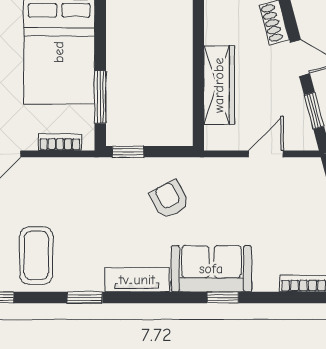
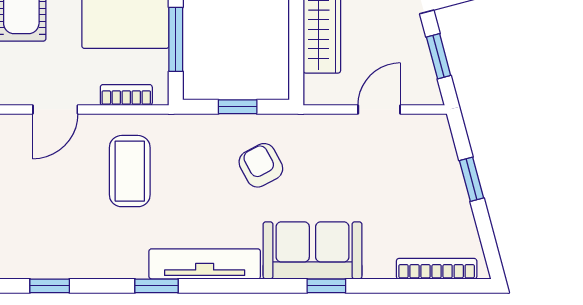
window: (128, 152) -> (238, 107), moved
coffee table: (36, 255) -> (130, 171), moved
tv unit: (137, 280) -> (205, 264), width x1.41

